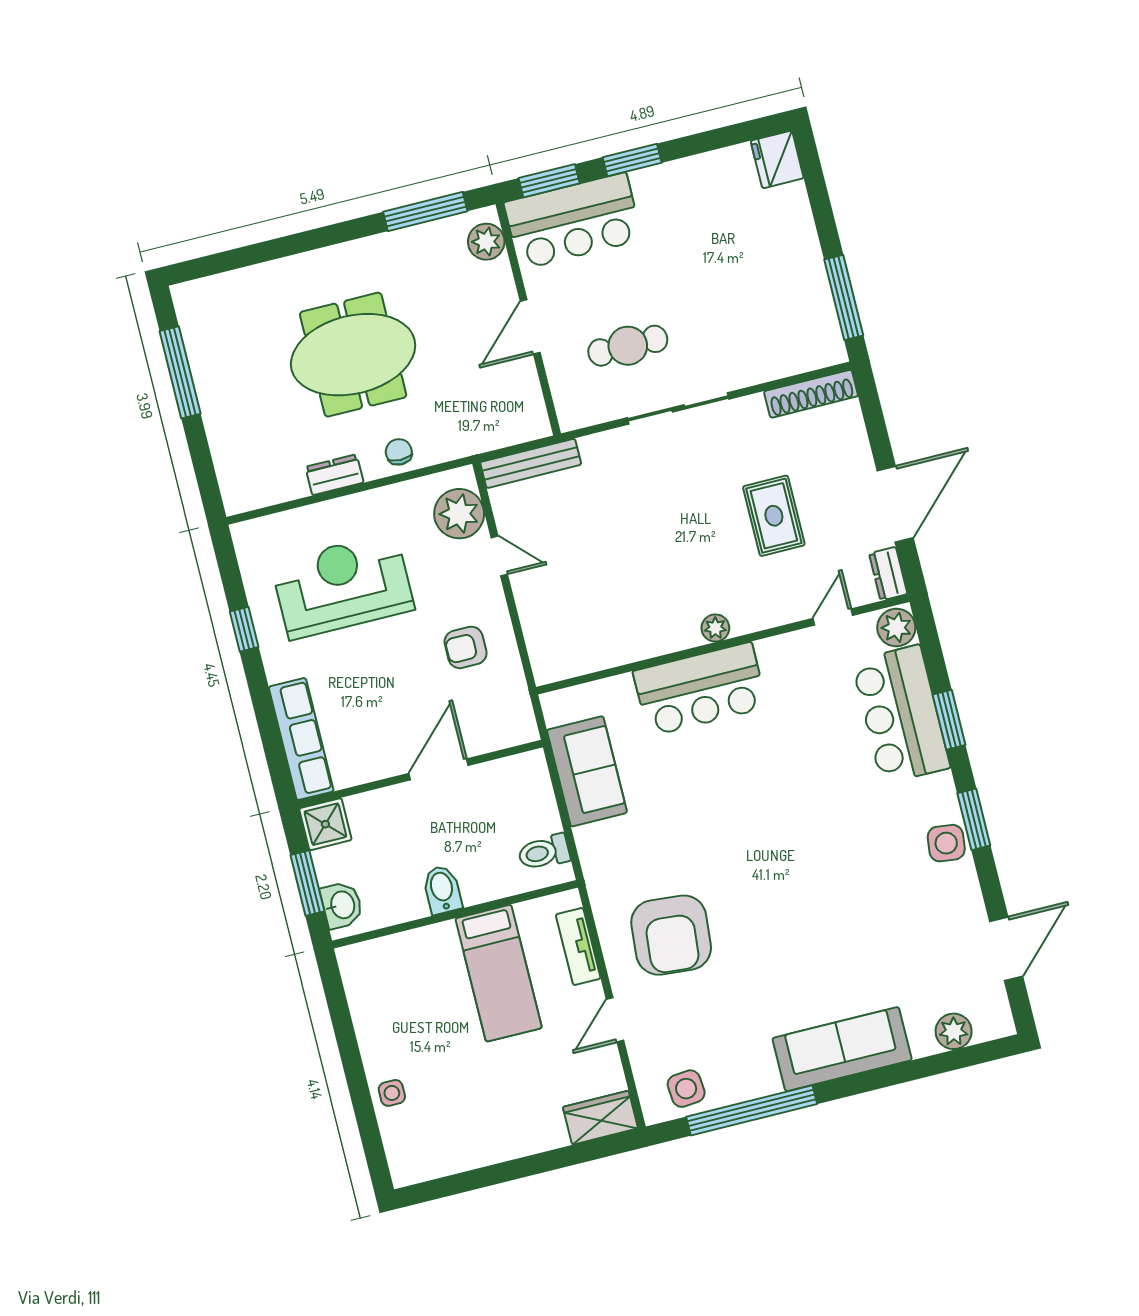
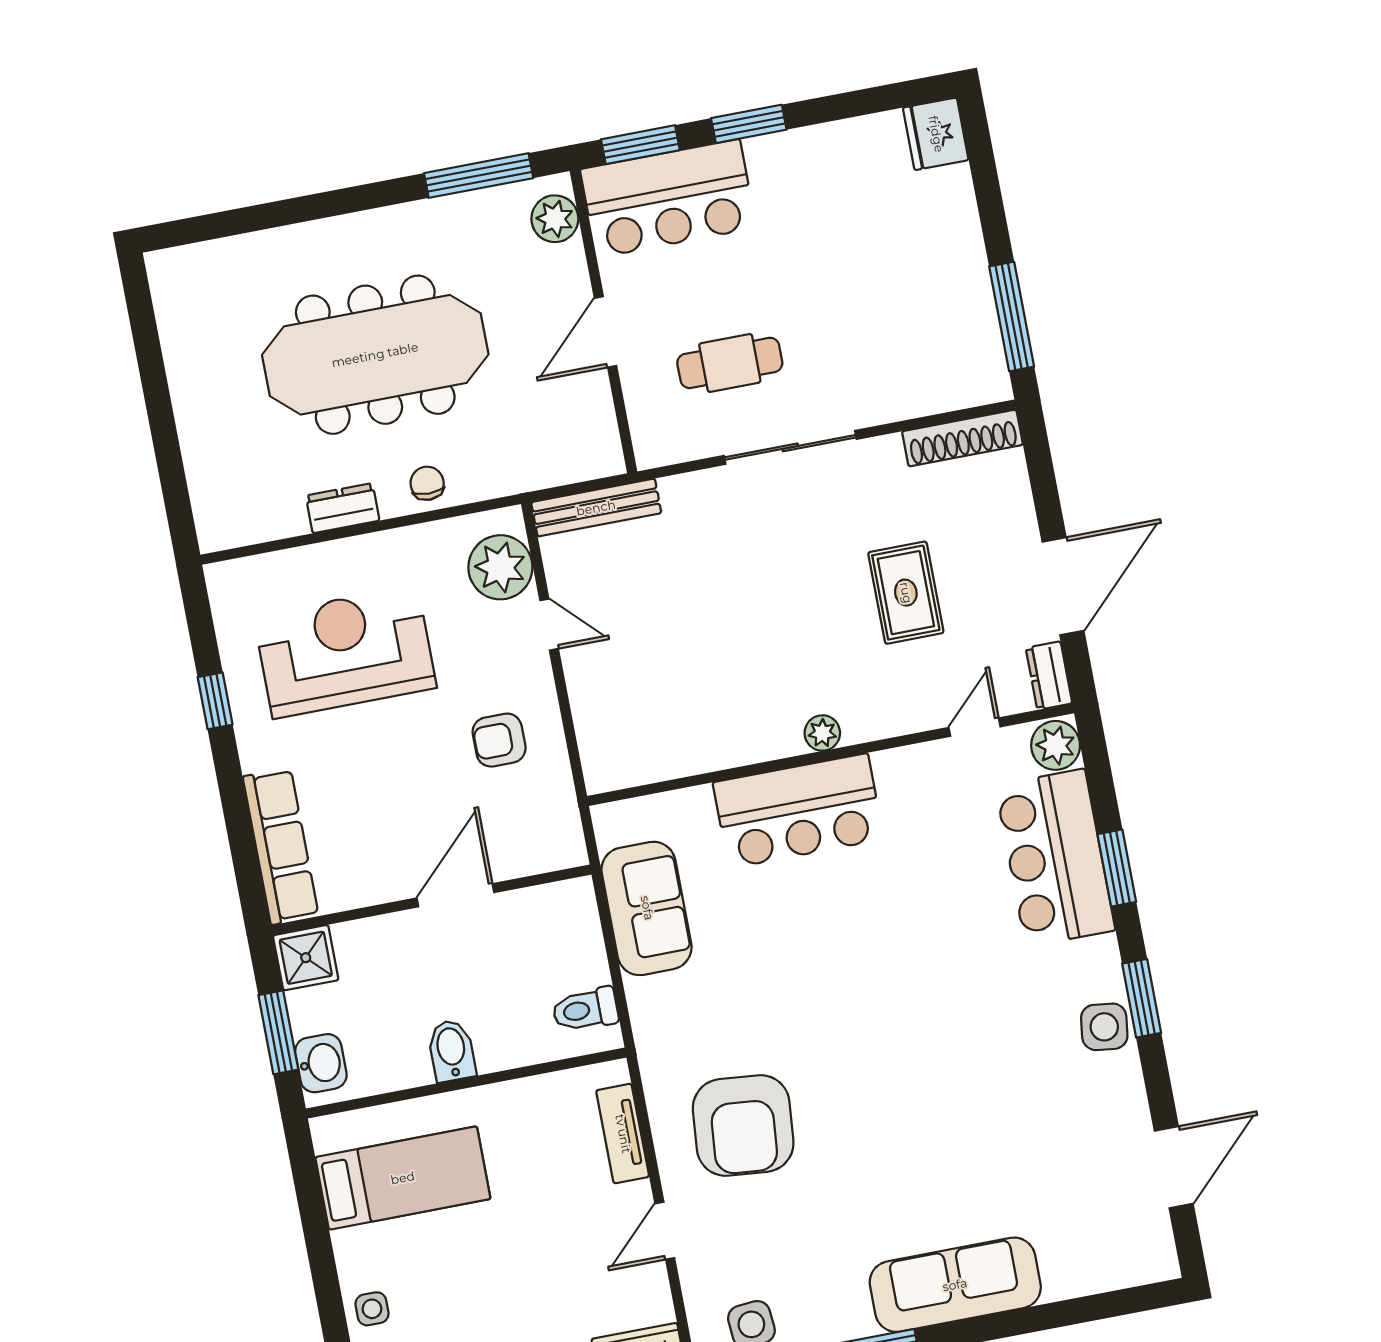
meeting table: (353, 355) -> (375, 355), width x1.36
window: (180, 372) -> (151, 365), removed
bed: (499, 973) -> (403, 1178), moved, turned -90
plant: (954, 1031) -> (1100, 1270), removed

